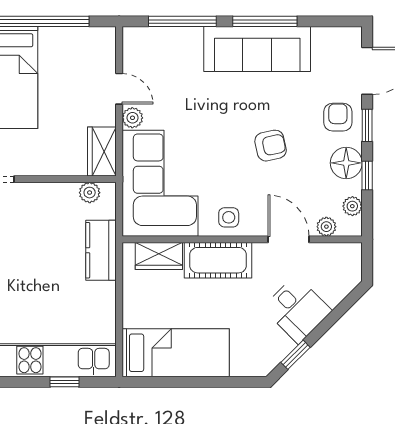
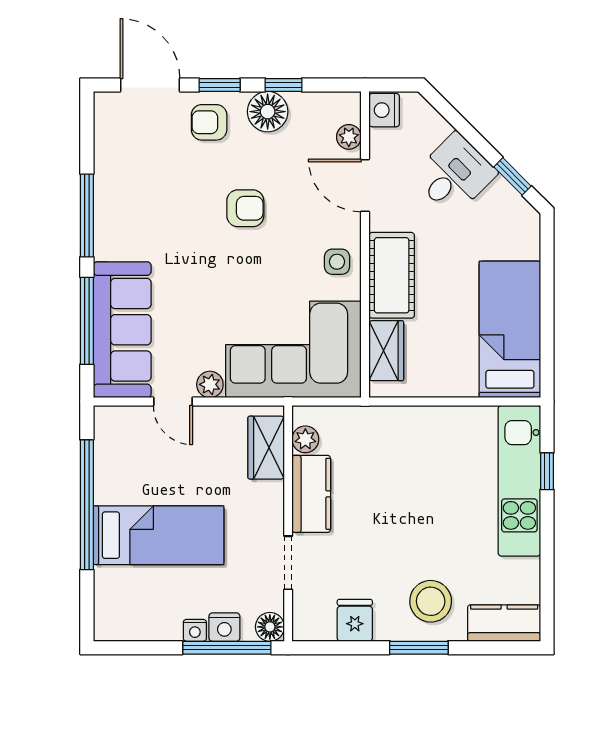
sofa: (257, 49) -> (122, 330), moved
door: (119, 89) -> (173, 402), swing flipped
armchair: (271, 146) -> (245, 208), turned 102
wardrobe: (102, 151) -> (266, 448), moved, turned 90
plant: (352, 206) -> (323, 104), removed
door: (288, 239) -> (365, 185), hinge flipped
kitchen counter: (101, 250) -> (311, 494), moved, turned -90
nightstand: (347, 254) -> (384, 110), added

